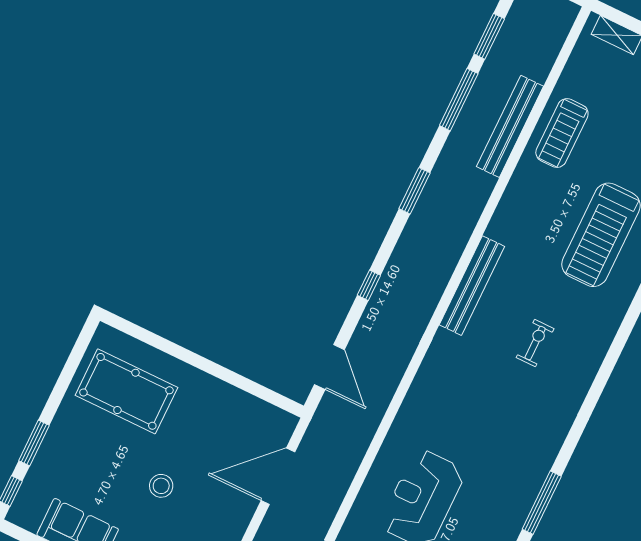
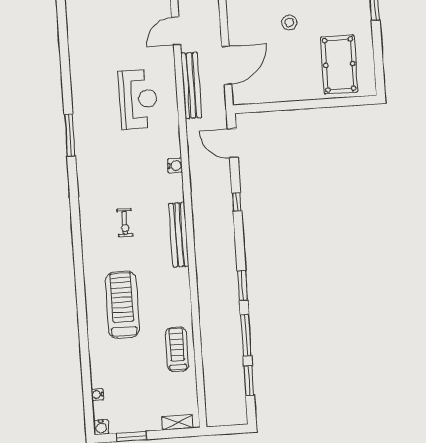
bench: (510, 126) -> (191, 85), moved
window: (415, 191) -> (243, 285), moved
water cooler: (424, 381) -> (175, 166), added
pool table: (126, 391) -> (339, 64), turned 90

